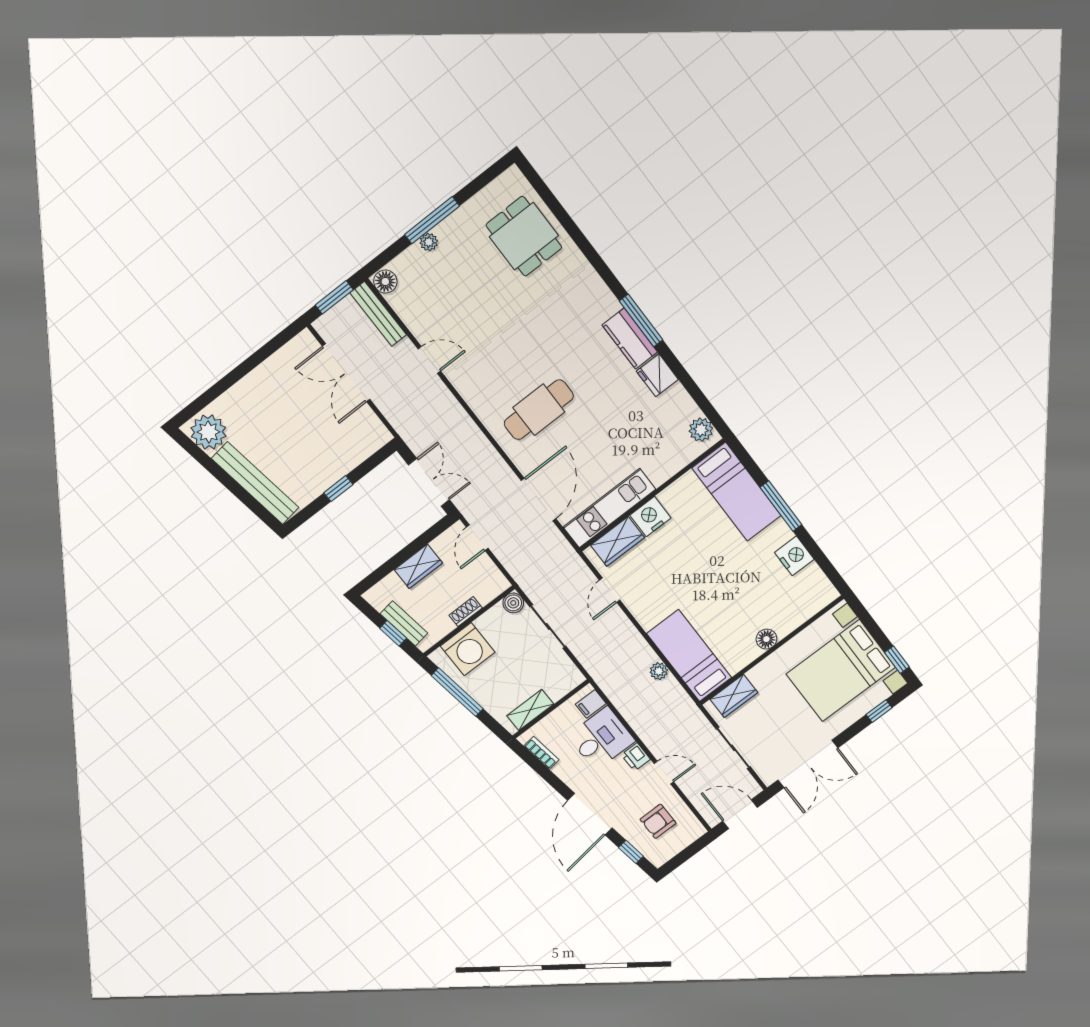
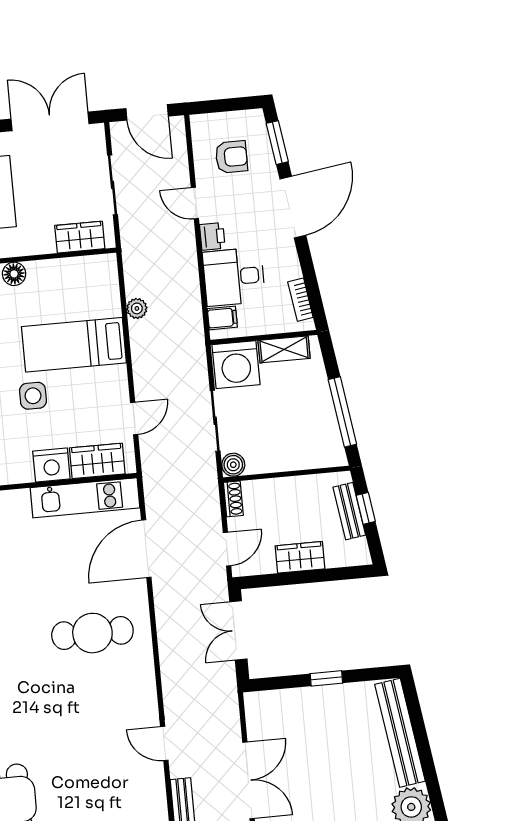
side table: (697, 559) -> (33, 396), added
shoe rack: (466, 612) -> (233, 499), moved, turned -90
washing machine: (468, 649) -> (236, 365), moved, turned 180
bed: (689, 656) -> (74, 345), moved, turned 90
window: (631, 852) -> (277, 143), width x1.50

